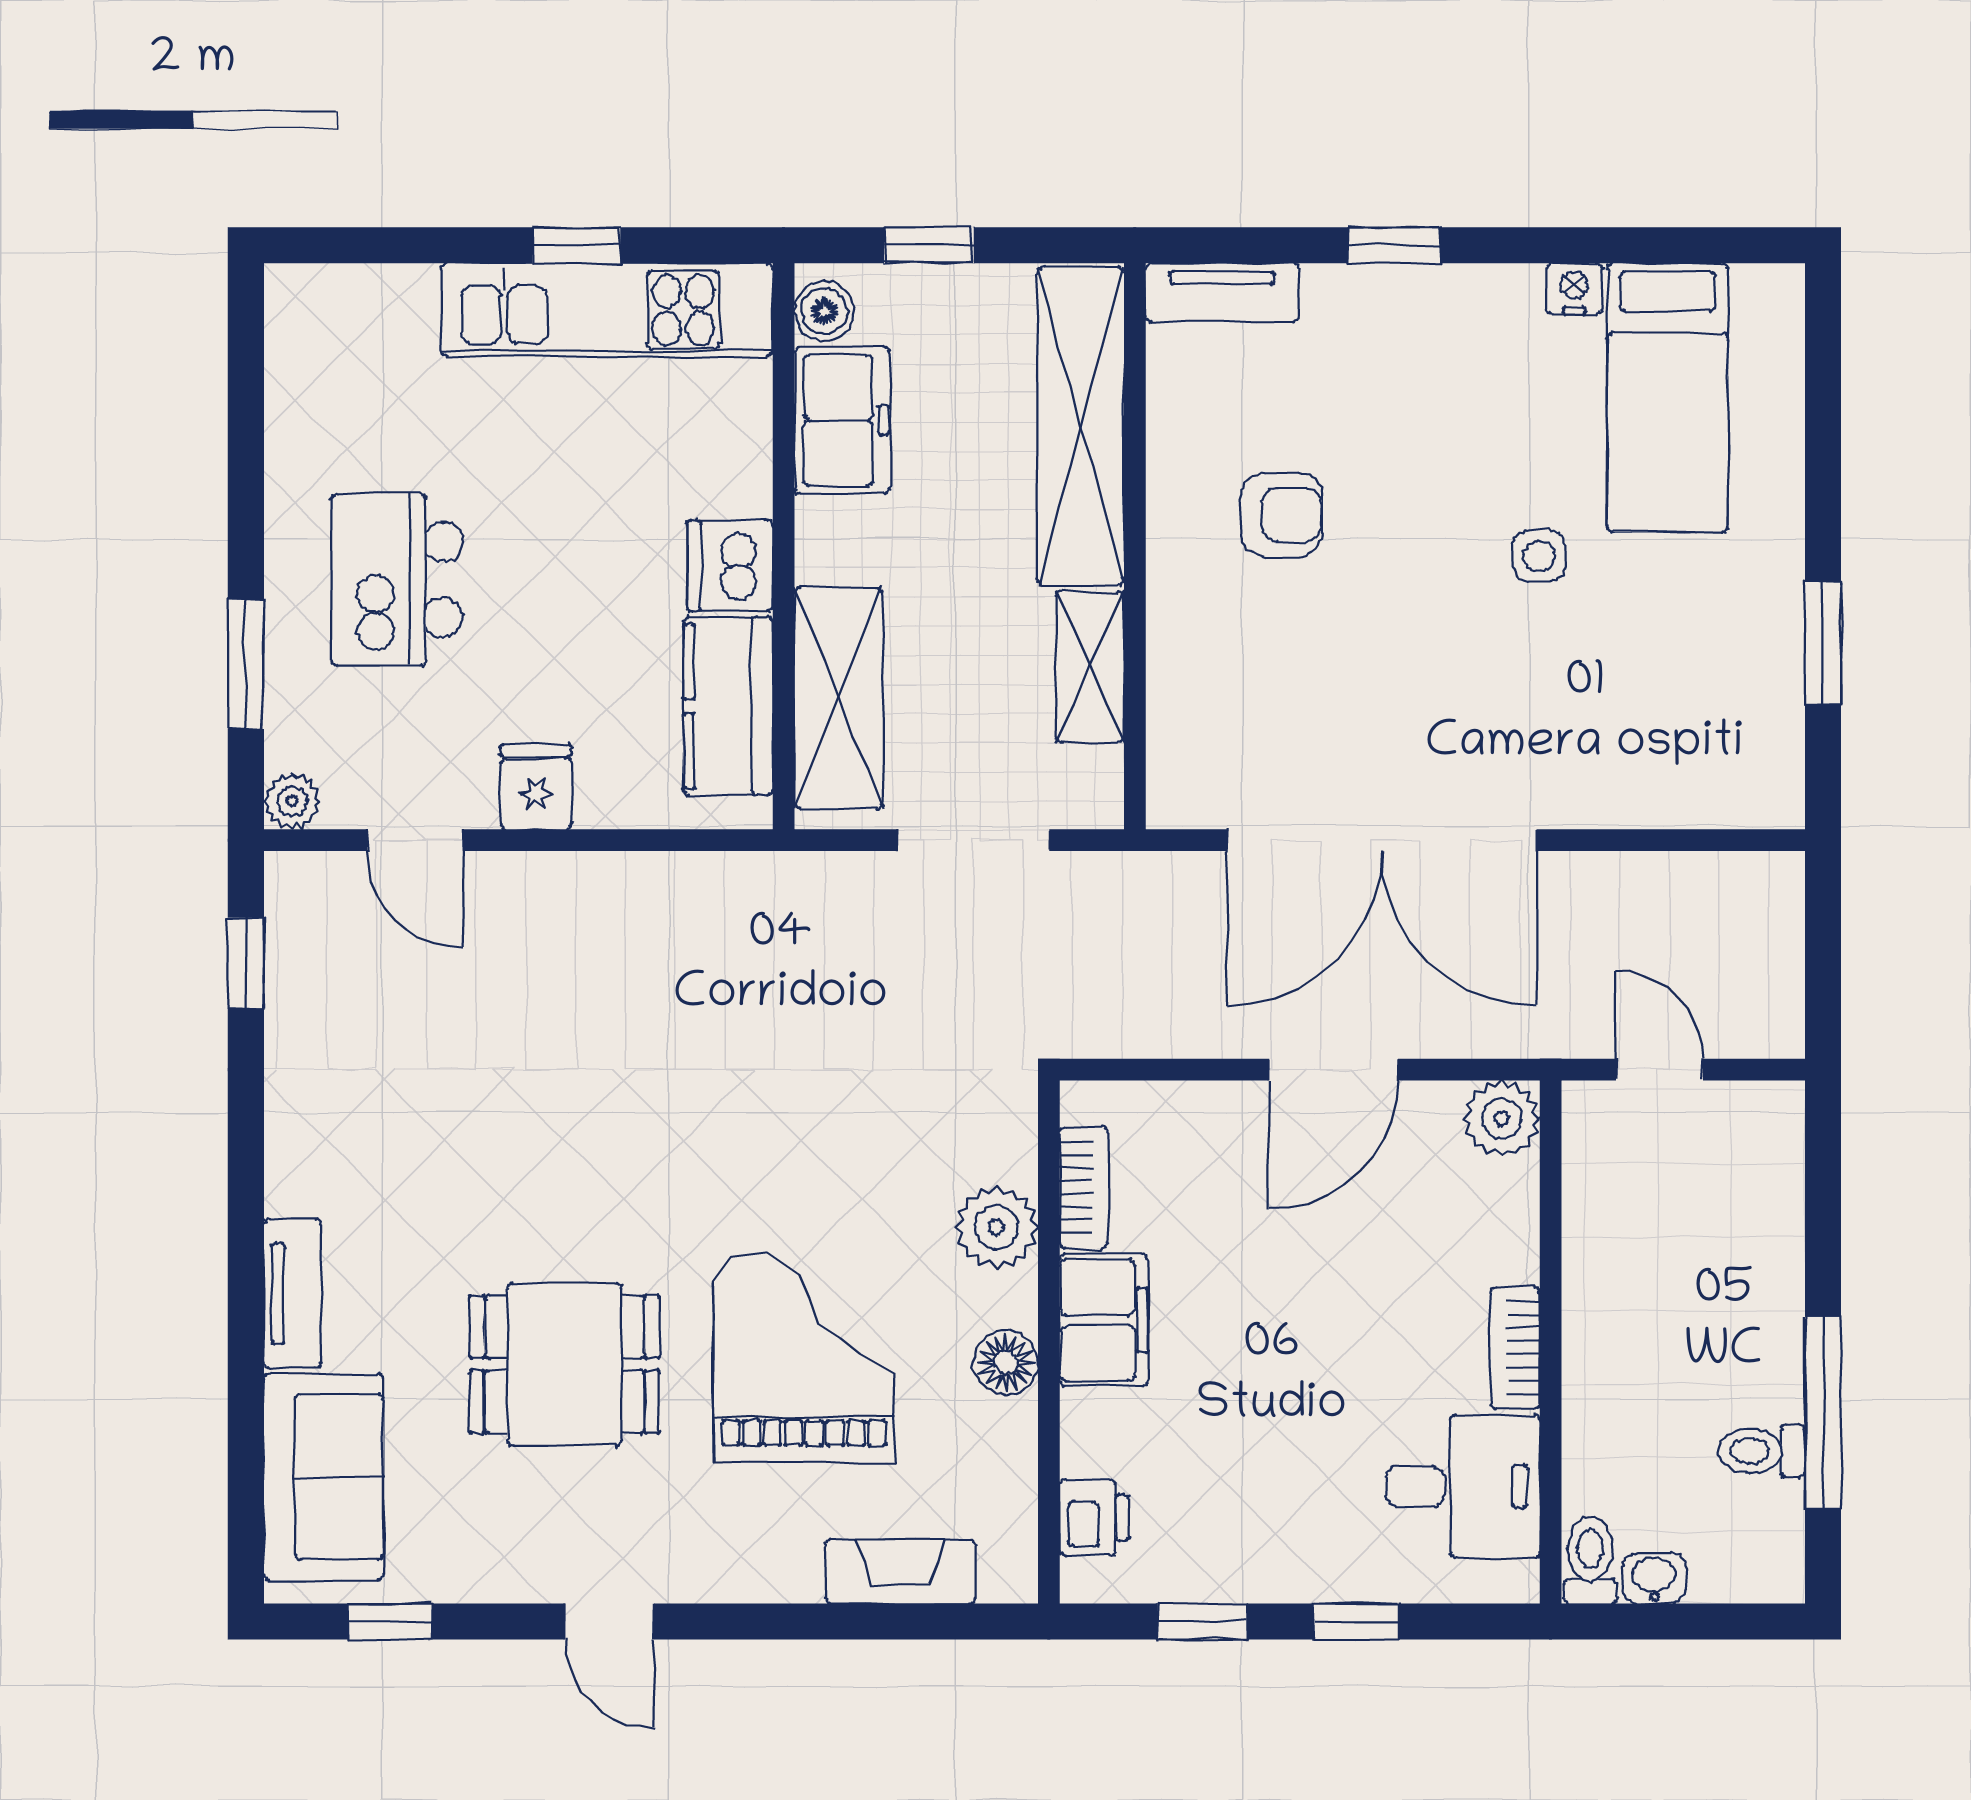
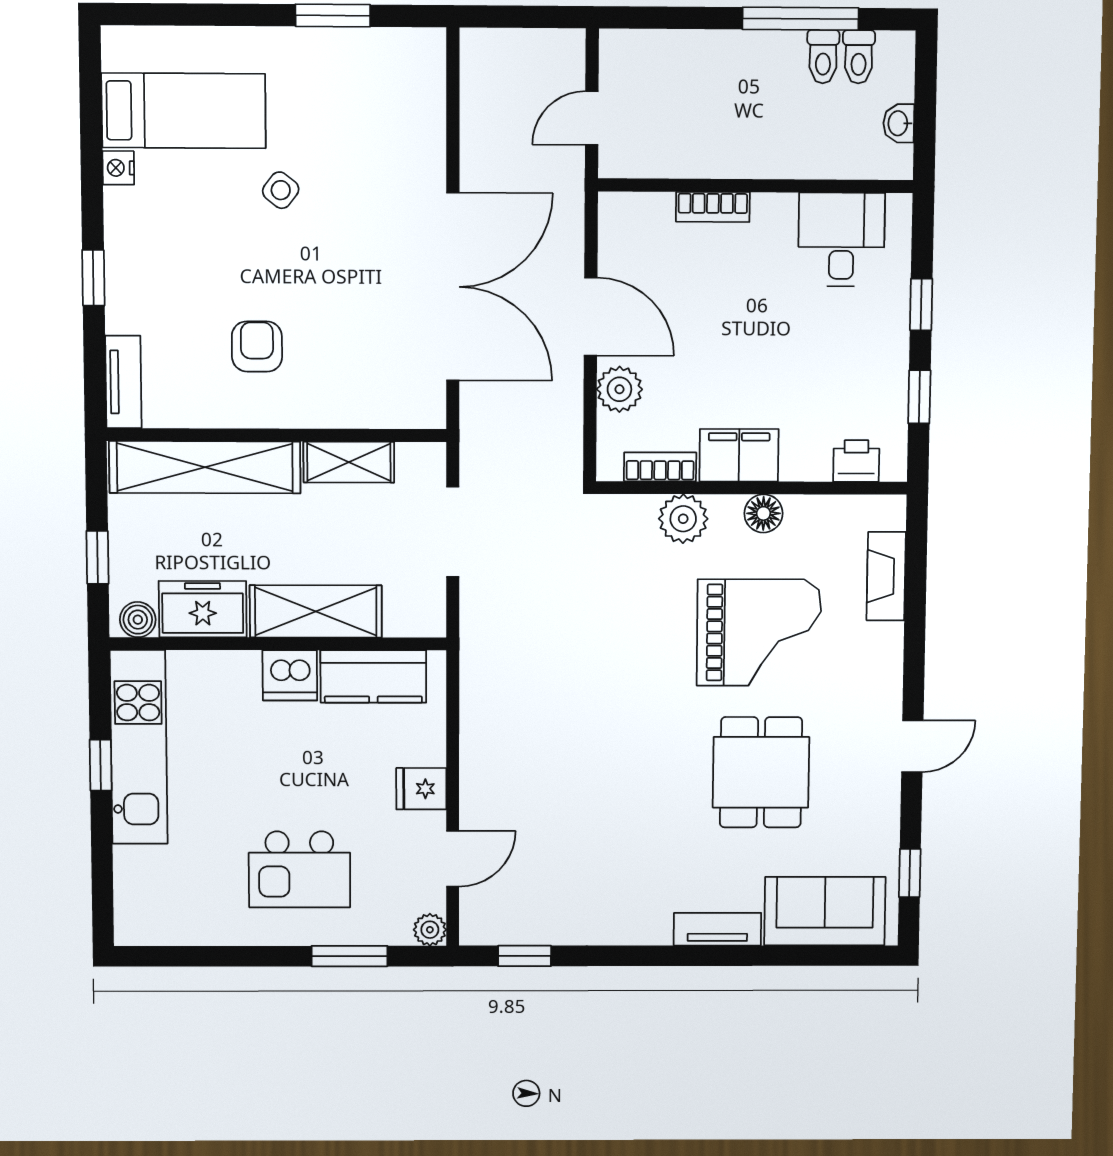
side table: (1539, 556) -> (281, 190), turned 38
shelving: (839, 698) -> (316, 611), moved
plant: (1502, 1119) -> (619, 389), moved
bookcase: (1515, 1348) -> (713, 207), moved
grand piano: (804, 1358) -> (759, 633), turned 180
toilet: (1590, 1560) -> (859, 57), moved, turned -90

